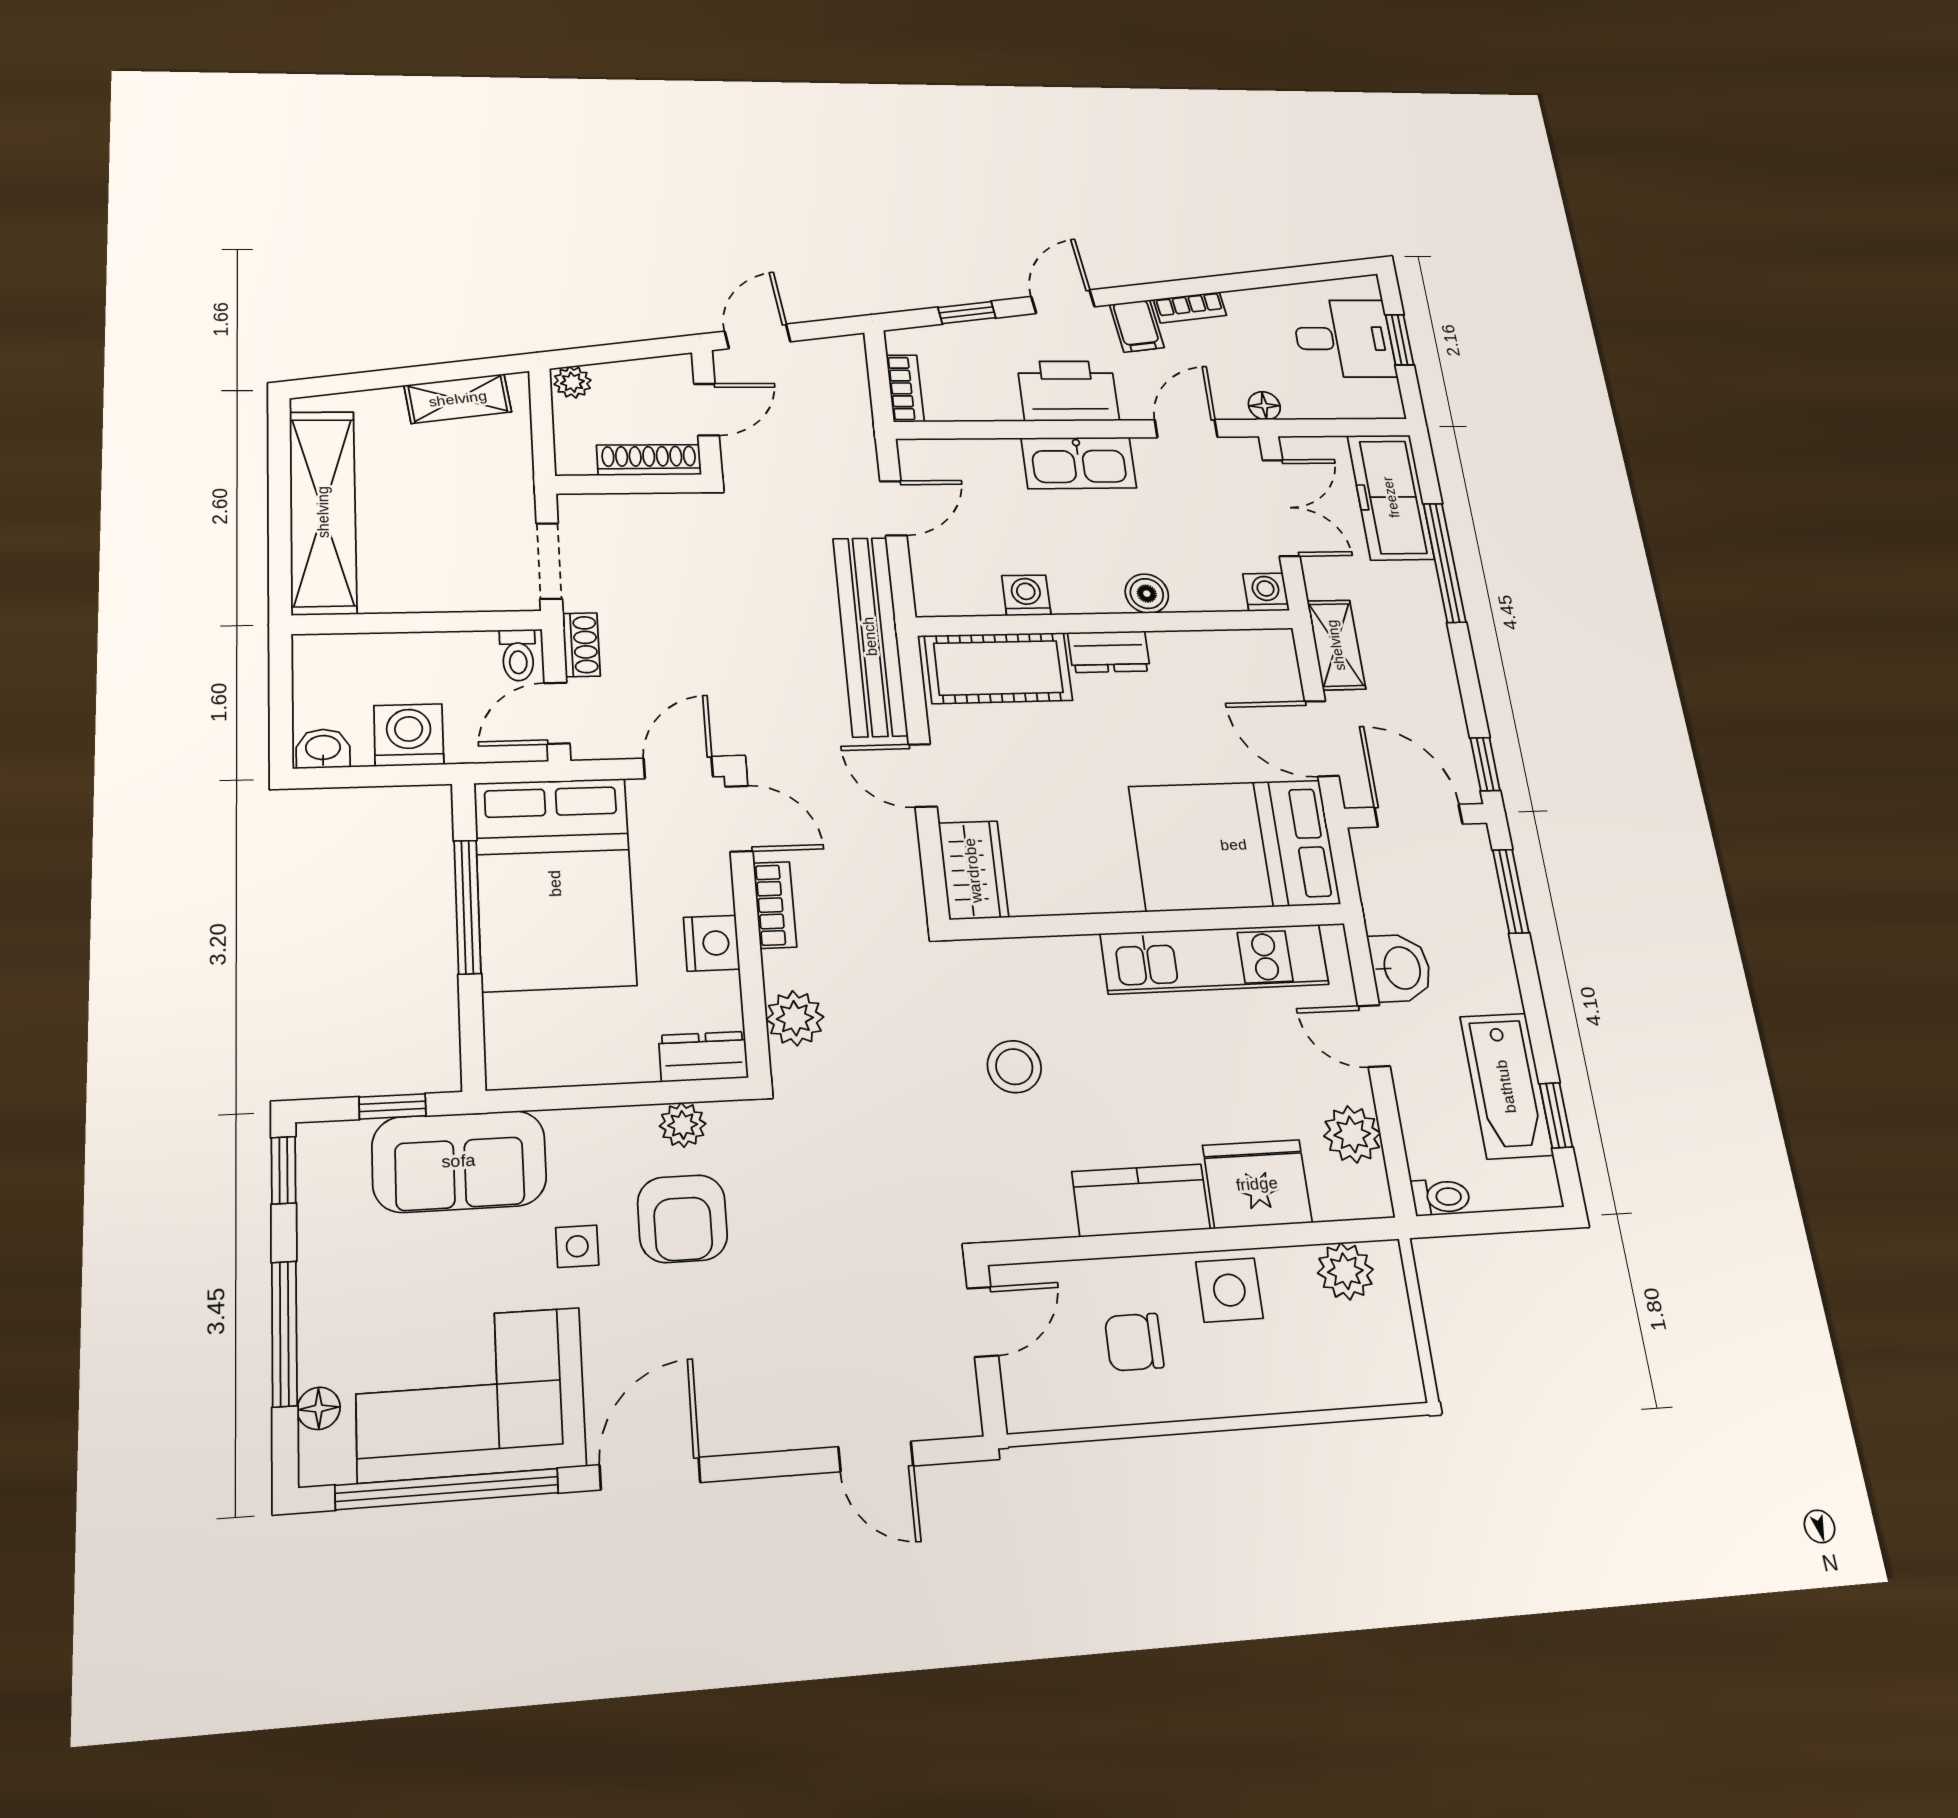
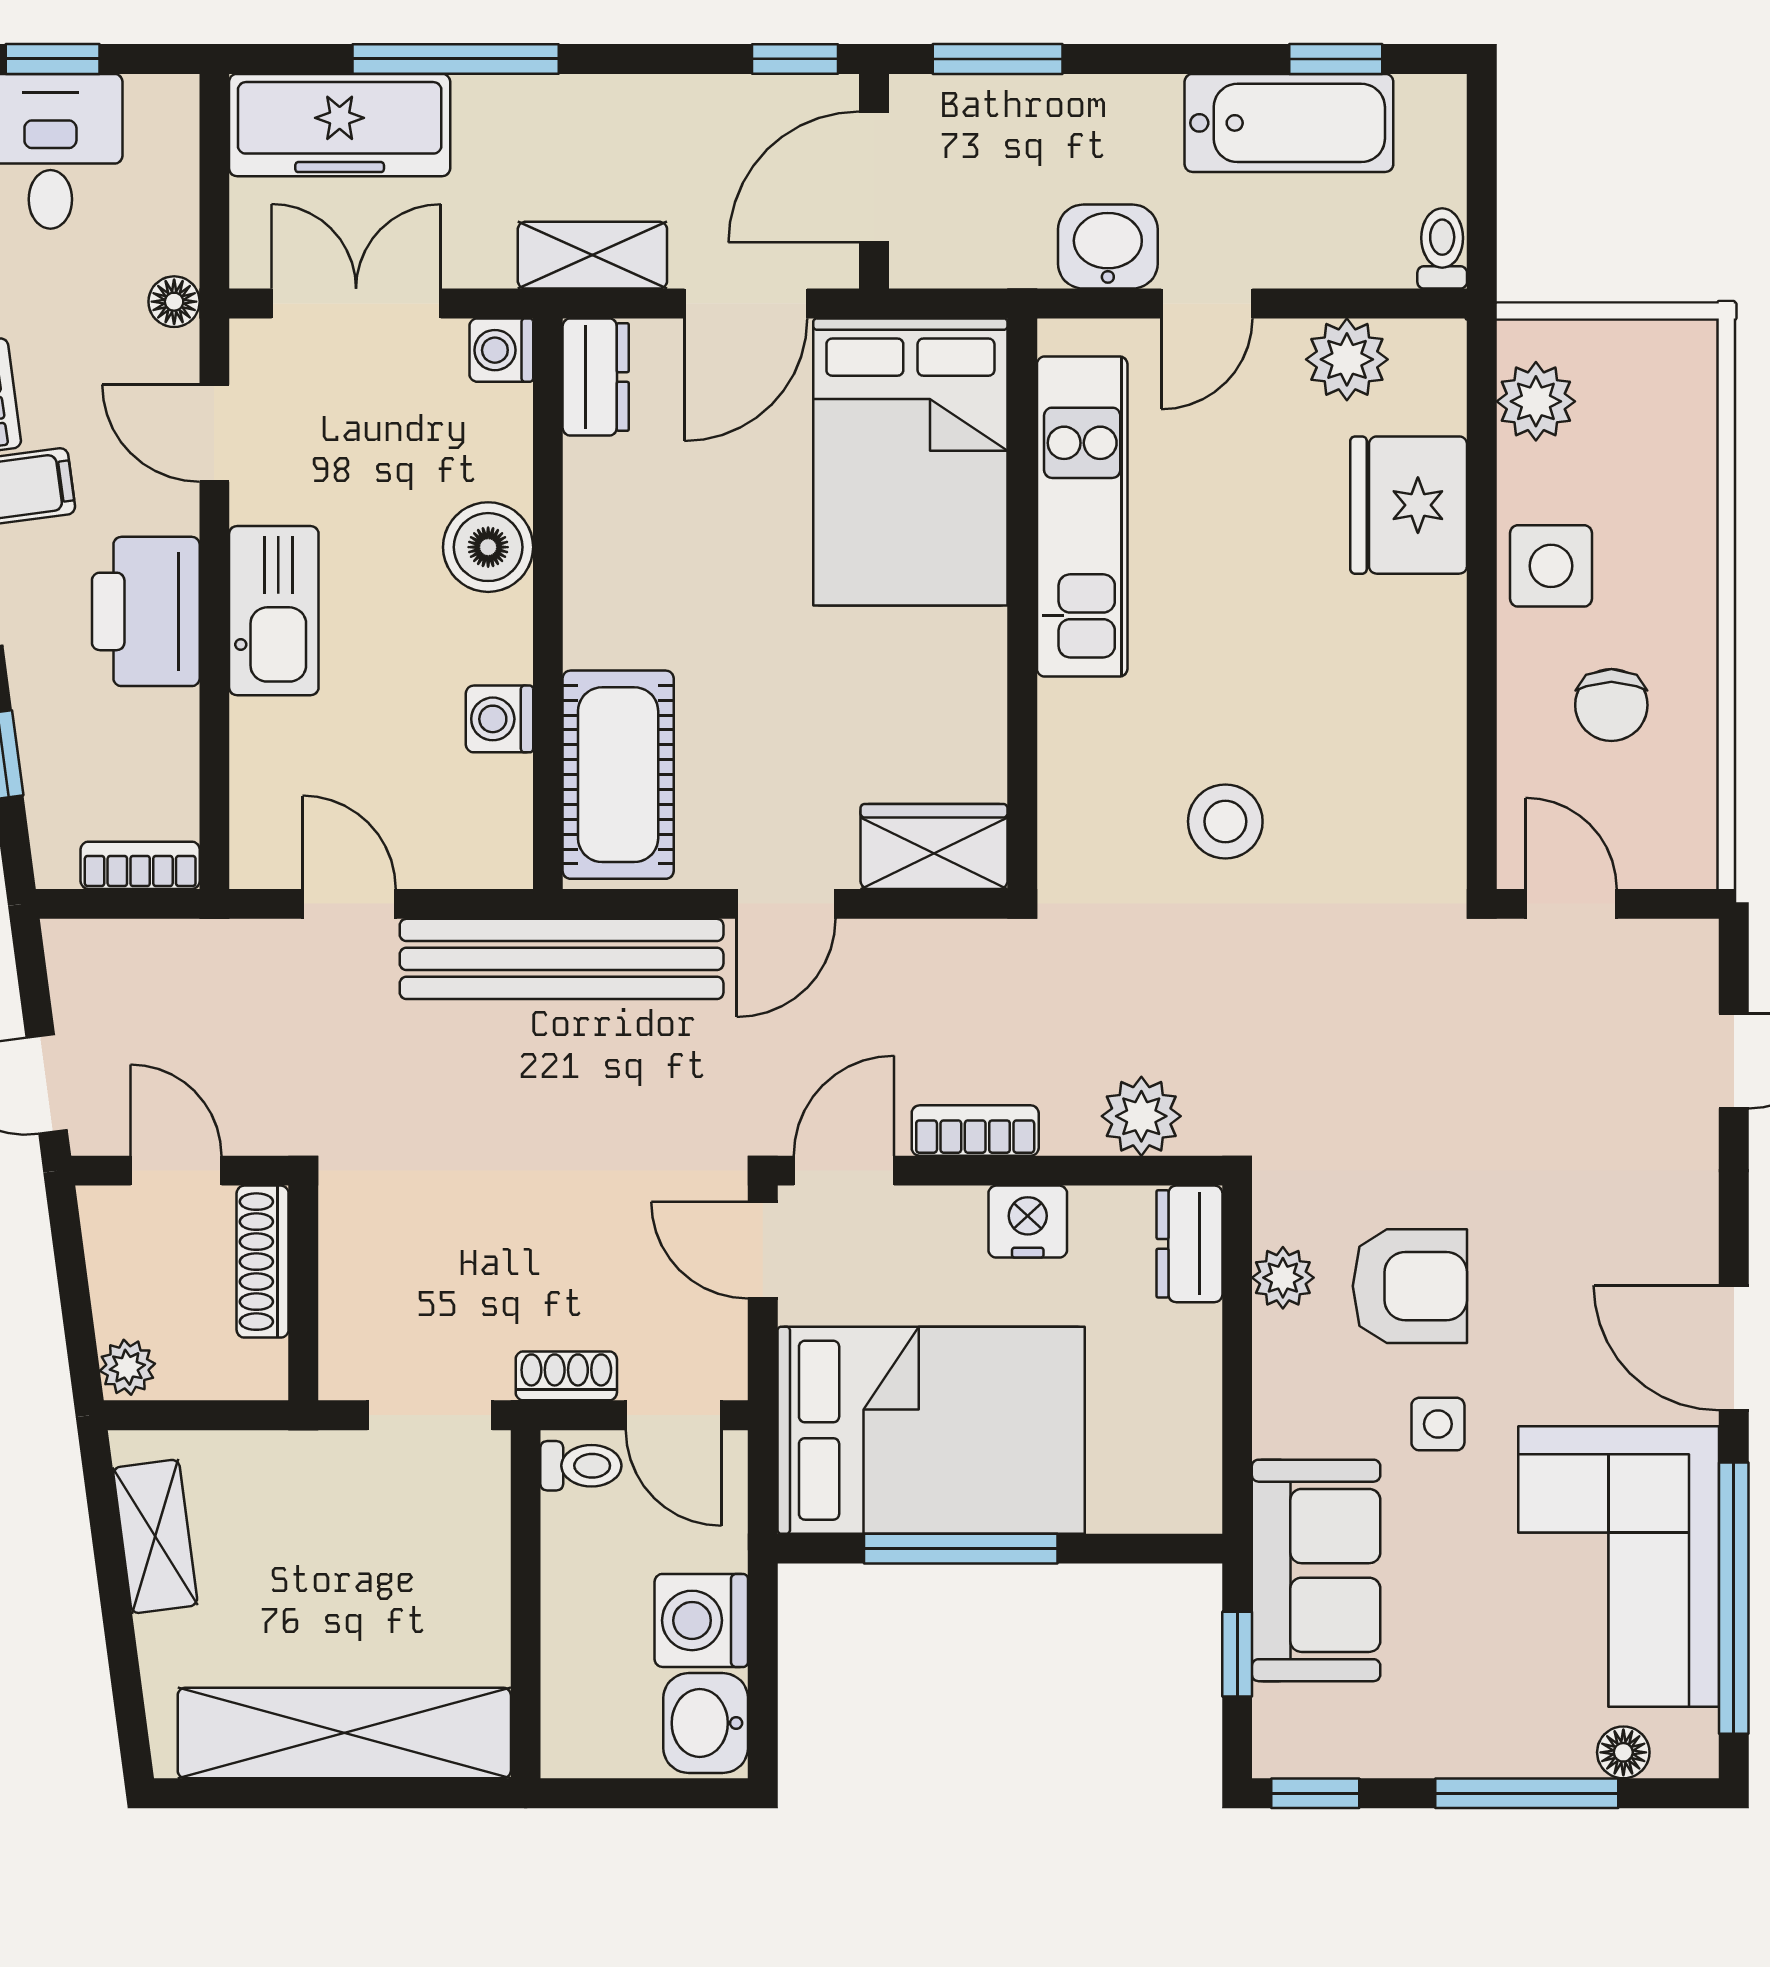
boiler: (1147, 594) -> (488, 547), width x1.36, depth x1.36
dresser: (1109, 652) -> (596, 377), moved
washbasin: (323, 749) -> (706, 1723), width x1.38, depth x1.45
kitchen counter: (1141, 1200) -> (1422, 670), removed

